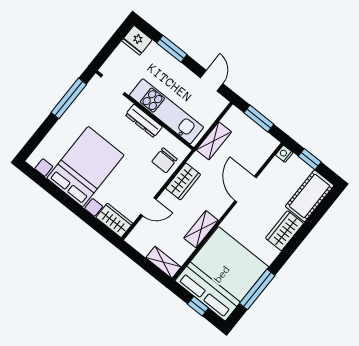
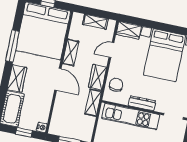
shelving: (214, 141) -> (93, 103), moved
door: (246, 189) -> (58, 79), moved
shelving: (163, 262) -> (95, 22), moved
window: (257, 289) -> (12, 46), moved

